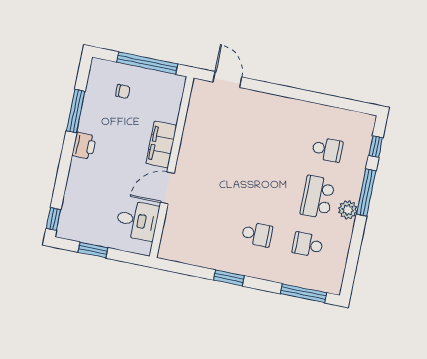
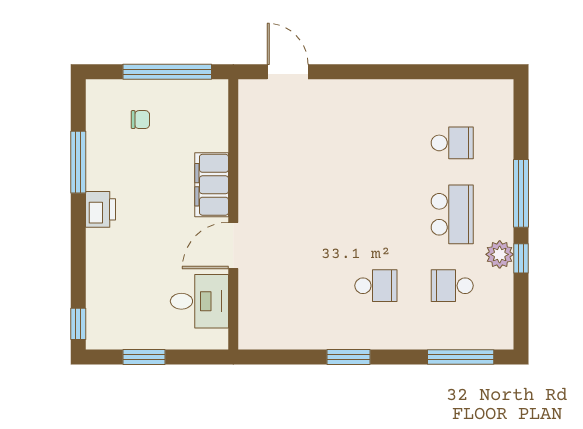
window: (376, 146) -> (521, 258), moved
school desk: (318, 197) -> (452, 214), turned 180
plant: (348, 210) -> (500, 254), moved

